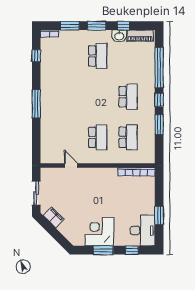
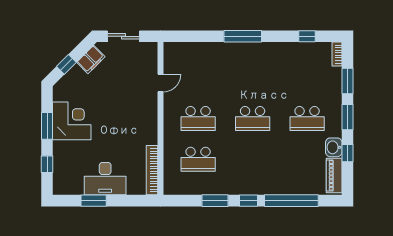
school desk: (128, 97) -> (253, 118), moved
desk: (143, 230) -> (105, 179), moved
window: (57, 236) -> (66, 64), added

